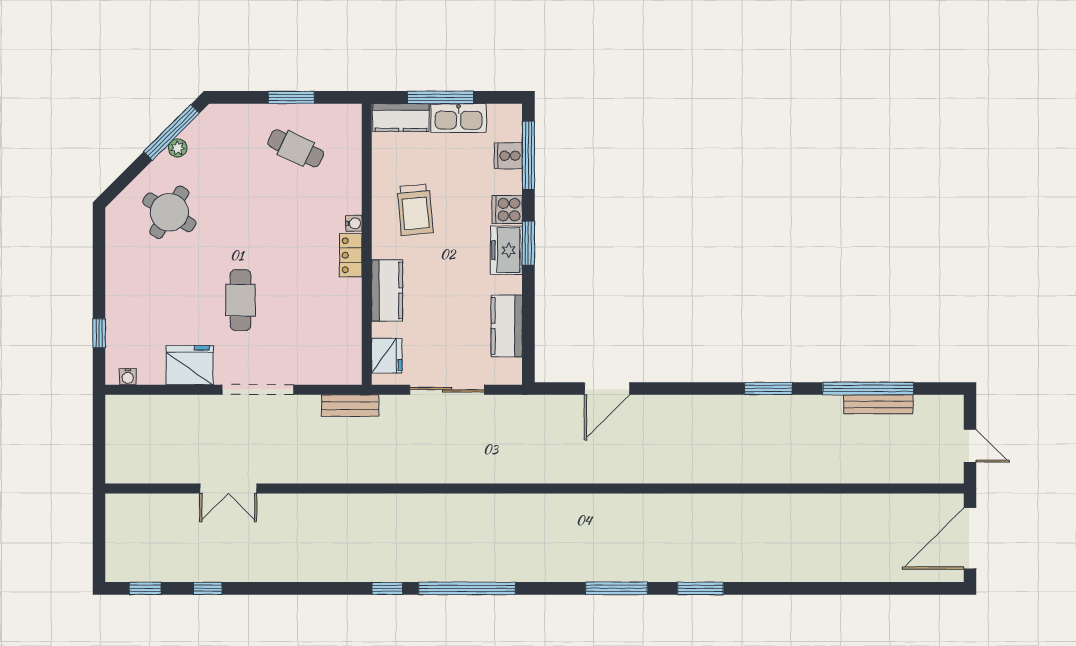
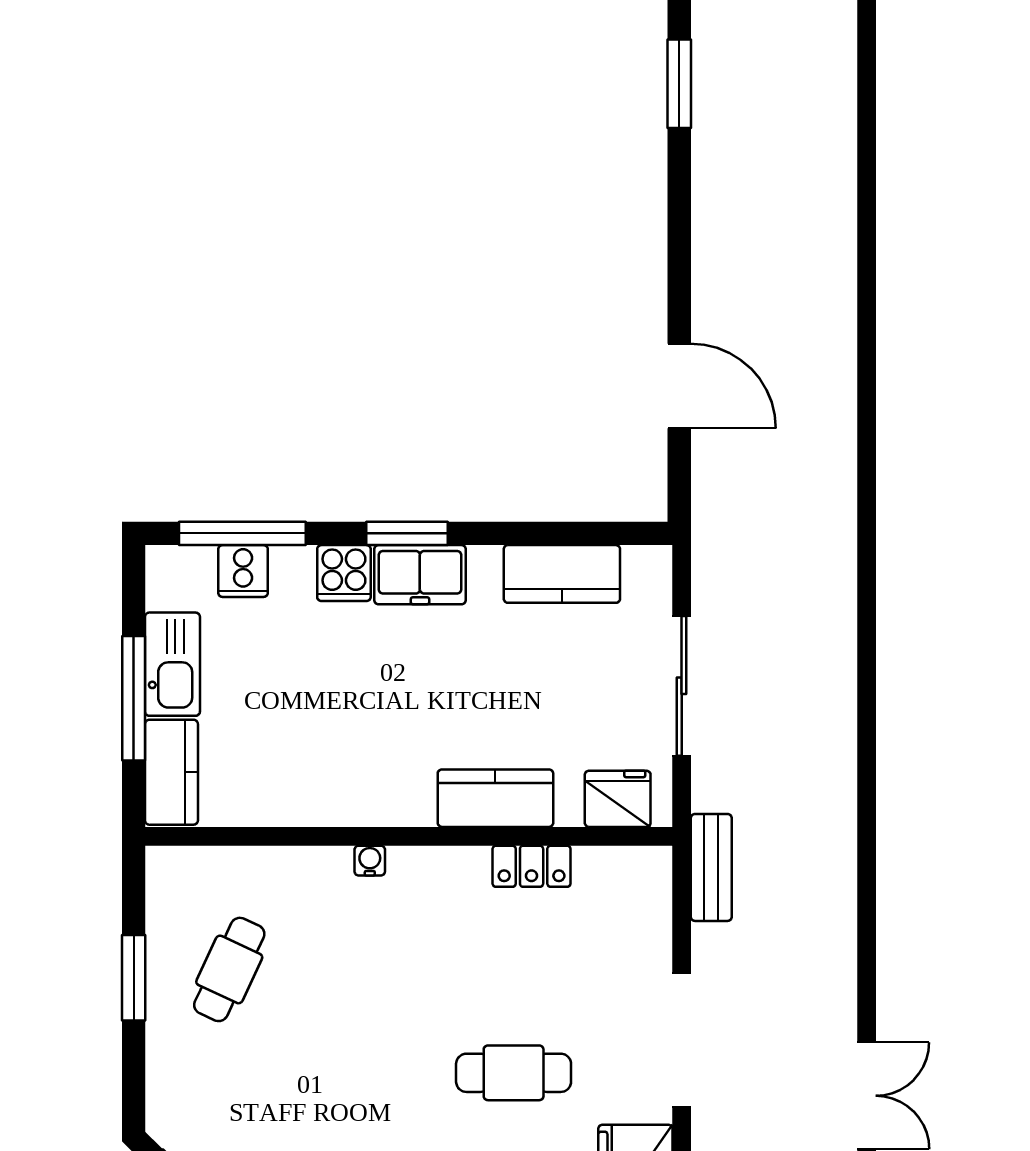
trolley: (415, 210) -> (344, 745), removed
locker: (351, 255) -> (532, 866), moved

